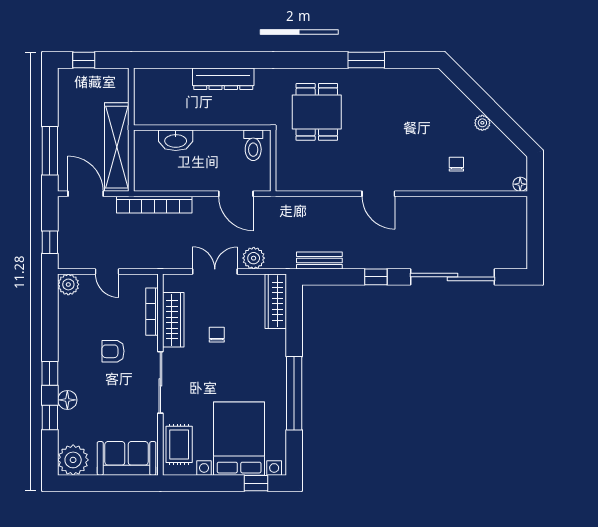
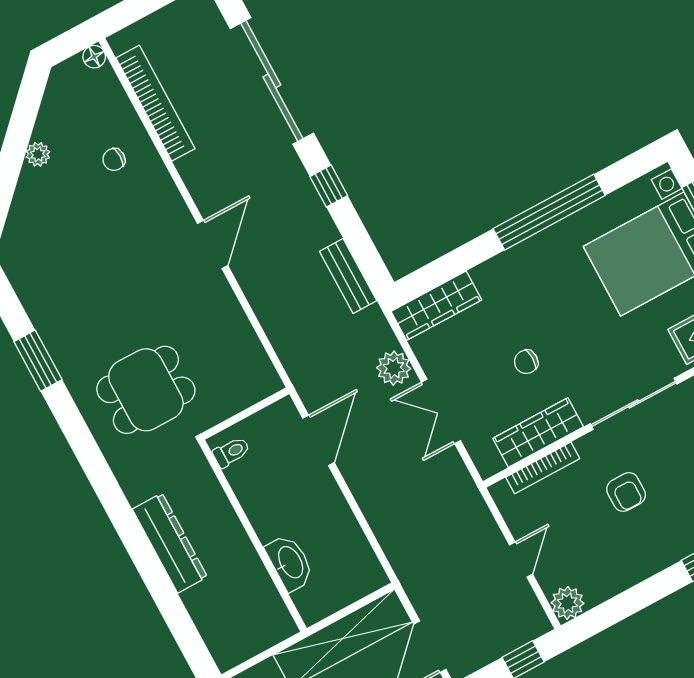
toilet: (253, 145) -> (231, 452), width x0.73, depth x0.72
bookcase: (154, 205) -> (156, 103), moved

